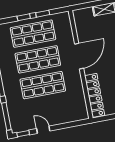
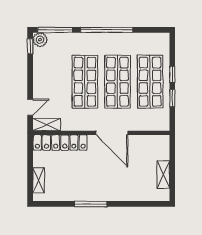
shelving: (82, 109) -> (47, 125), added
plant: (16, 127) -> (40, 40), added
door: (43, 130) -> (30, 107), moved

